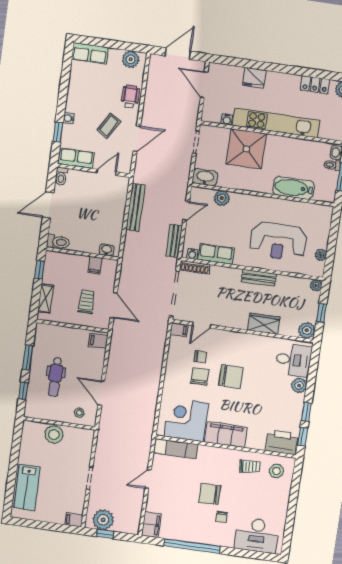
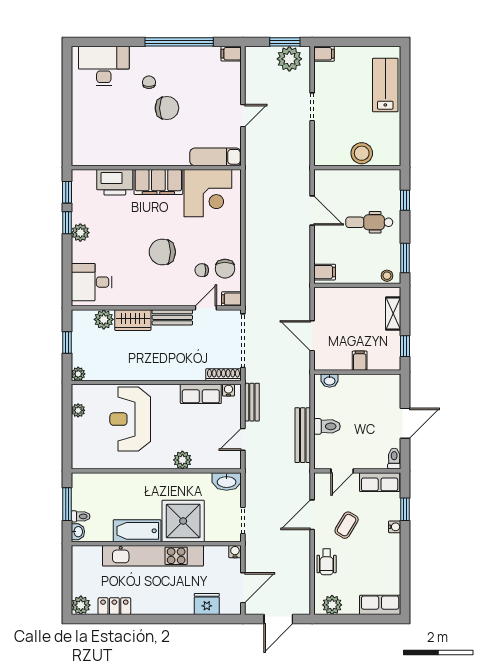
fridge: (254, 78) -> (207, 604), moved
door: (204, 85) -> (243, 588), hinge flipped
water cooler: (227, 120) -> (235, 552), moved
bathtub: (293, 188) -> (137, 531), moved, turned 180
plant: (222, 198) -> (182, 460), moved
reception desk: (278, 241) -> (130, 419), turned -90
toilet: (58, 242) -> (327, 426), moved, turned 180
filing cabinet: (95, 265) -> (360, 361), moved
bench: (259, 278) -> (172, 317), moved
trolley: (87, 302) -> (345, 316), removed
door: (114, 305) -> (312, 336), moved
plant: (307, 330) -> (104, 319), moved
window: (28, 358) -> (405, 258), moved
chair: (200, 376) -> (225, 269), moved
dental chair: (55, 377) -> (369, 222), turned -90
plant: (299, 385) -> (80, 233), moved
stool: (79, 413) -> (387, 276), moved
printer: (282, 442) -> (115, 182), moved
trolley: (250, 466) -> (124, 148), removed
stool: (276, 471) -> (92, 147), removed
filing cabinet: (151, 525) -> (231, 54), width x0.50
window: (105, 534) -> (285, 42), width x1.50

